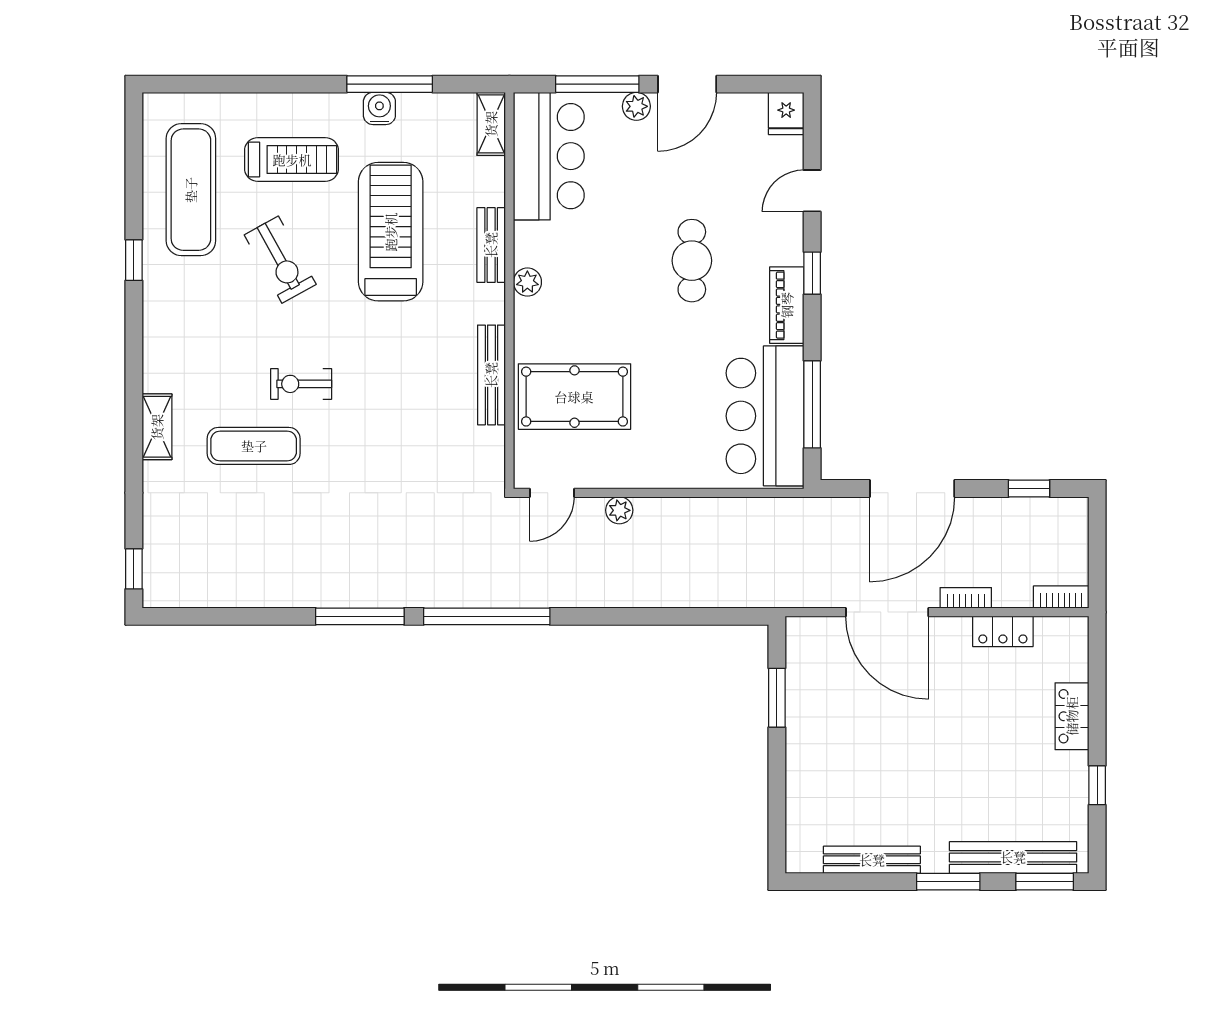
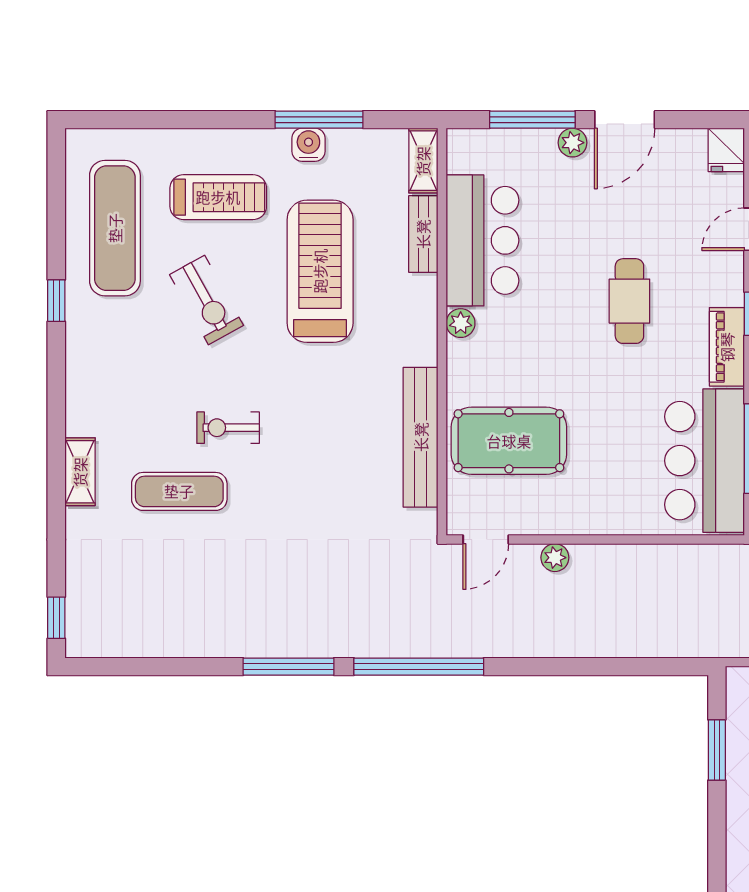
bar counter: (549, 156) -> (483, 240), moved
bench: (491, 245) -> (423, 234), moved
bench: (491, 375) -> (421, 437), width x1.37, depth x1.21

